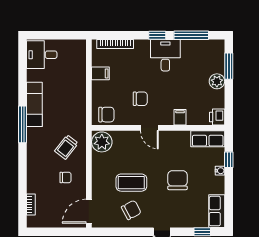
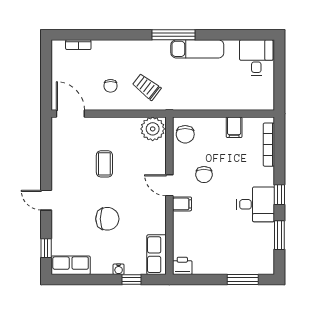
window: (191, 35) -> (279, 235), width x0.69
plant: (217, 81) -> (225, 266), removed
filing cabinet: (180, 117) -> (182, 204), moved
door: (149, 128) -> (169, 185), hinge flipped
coffee table: (131, 183) -> (104, 164), width x0.73, depth x0.77
chair: (131, 210) -> (72, 164), removed

